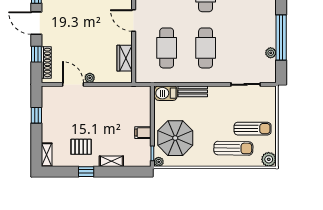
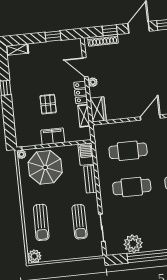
plant: (271, 53) -> (133, 244), width x1.87, depth x1.87
wardrobe: (125, 58) -> (98, 109), moved, turned 90
door: (73, 84) -> (85, 67), swing flipped
locker: (99, 92) -> (81, 92), added
sun lounger: (253, 129) -> (80, 222), moved
filing cabinet: (143, 133) -> (53, 136), width x2.00
pallet: (81, 147) -> (48, 104), moved
shelving: (111, 161) -> (84, 116), moved

